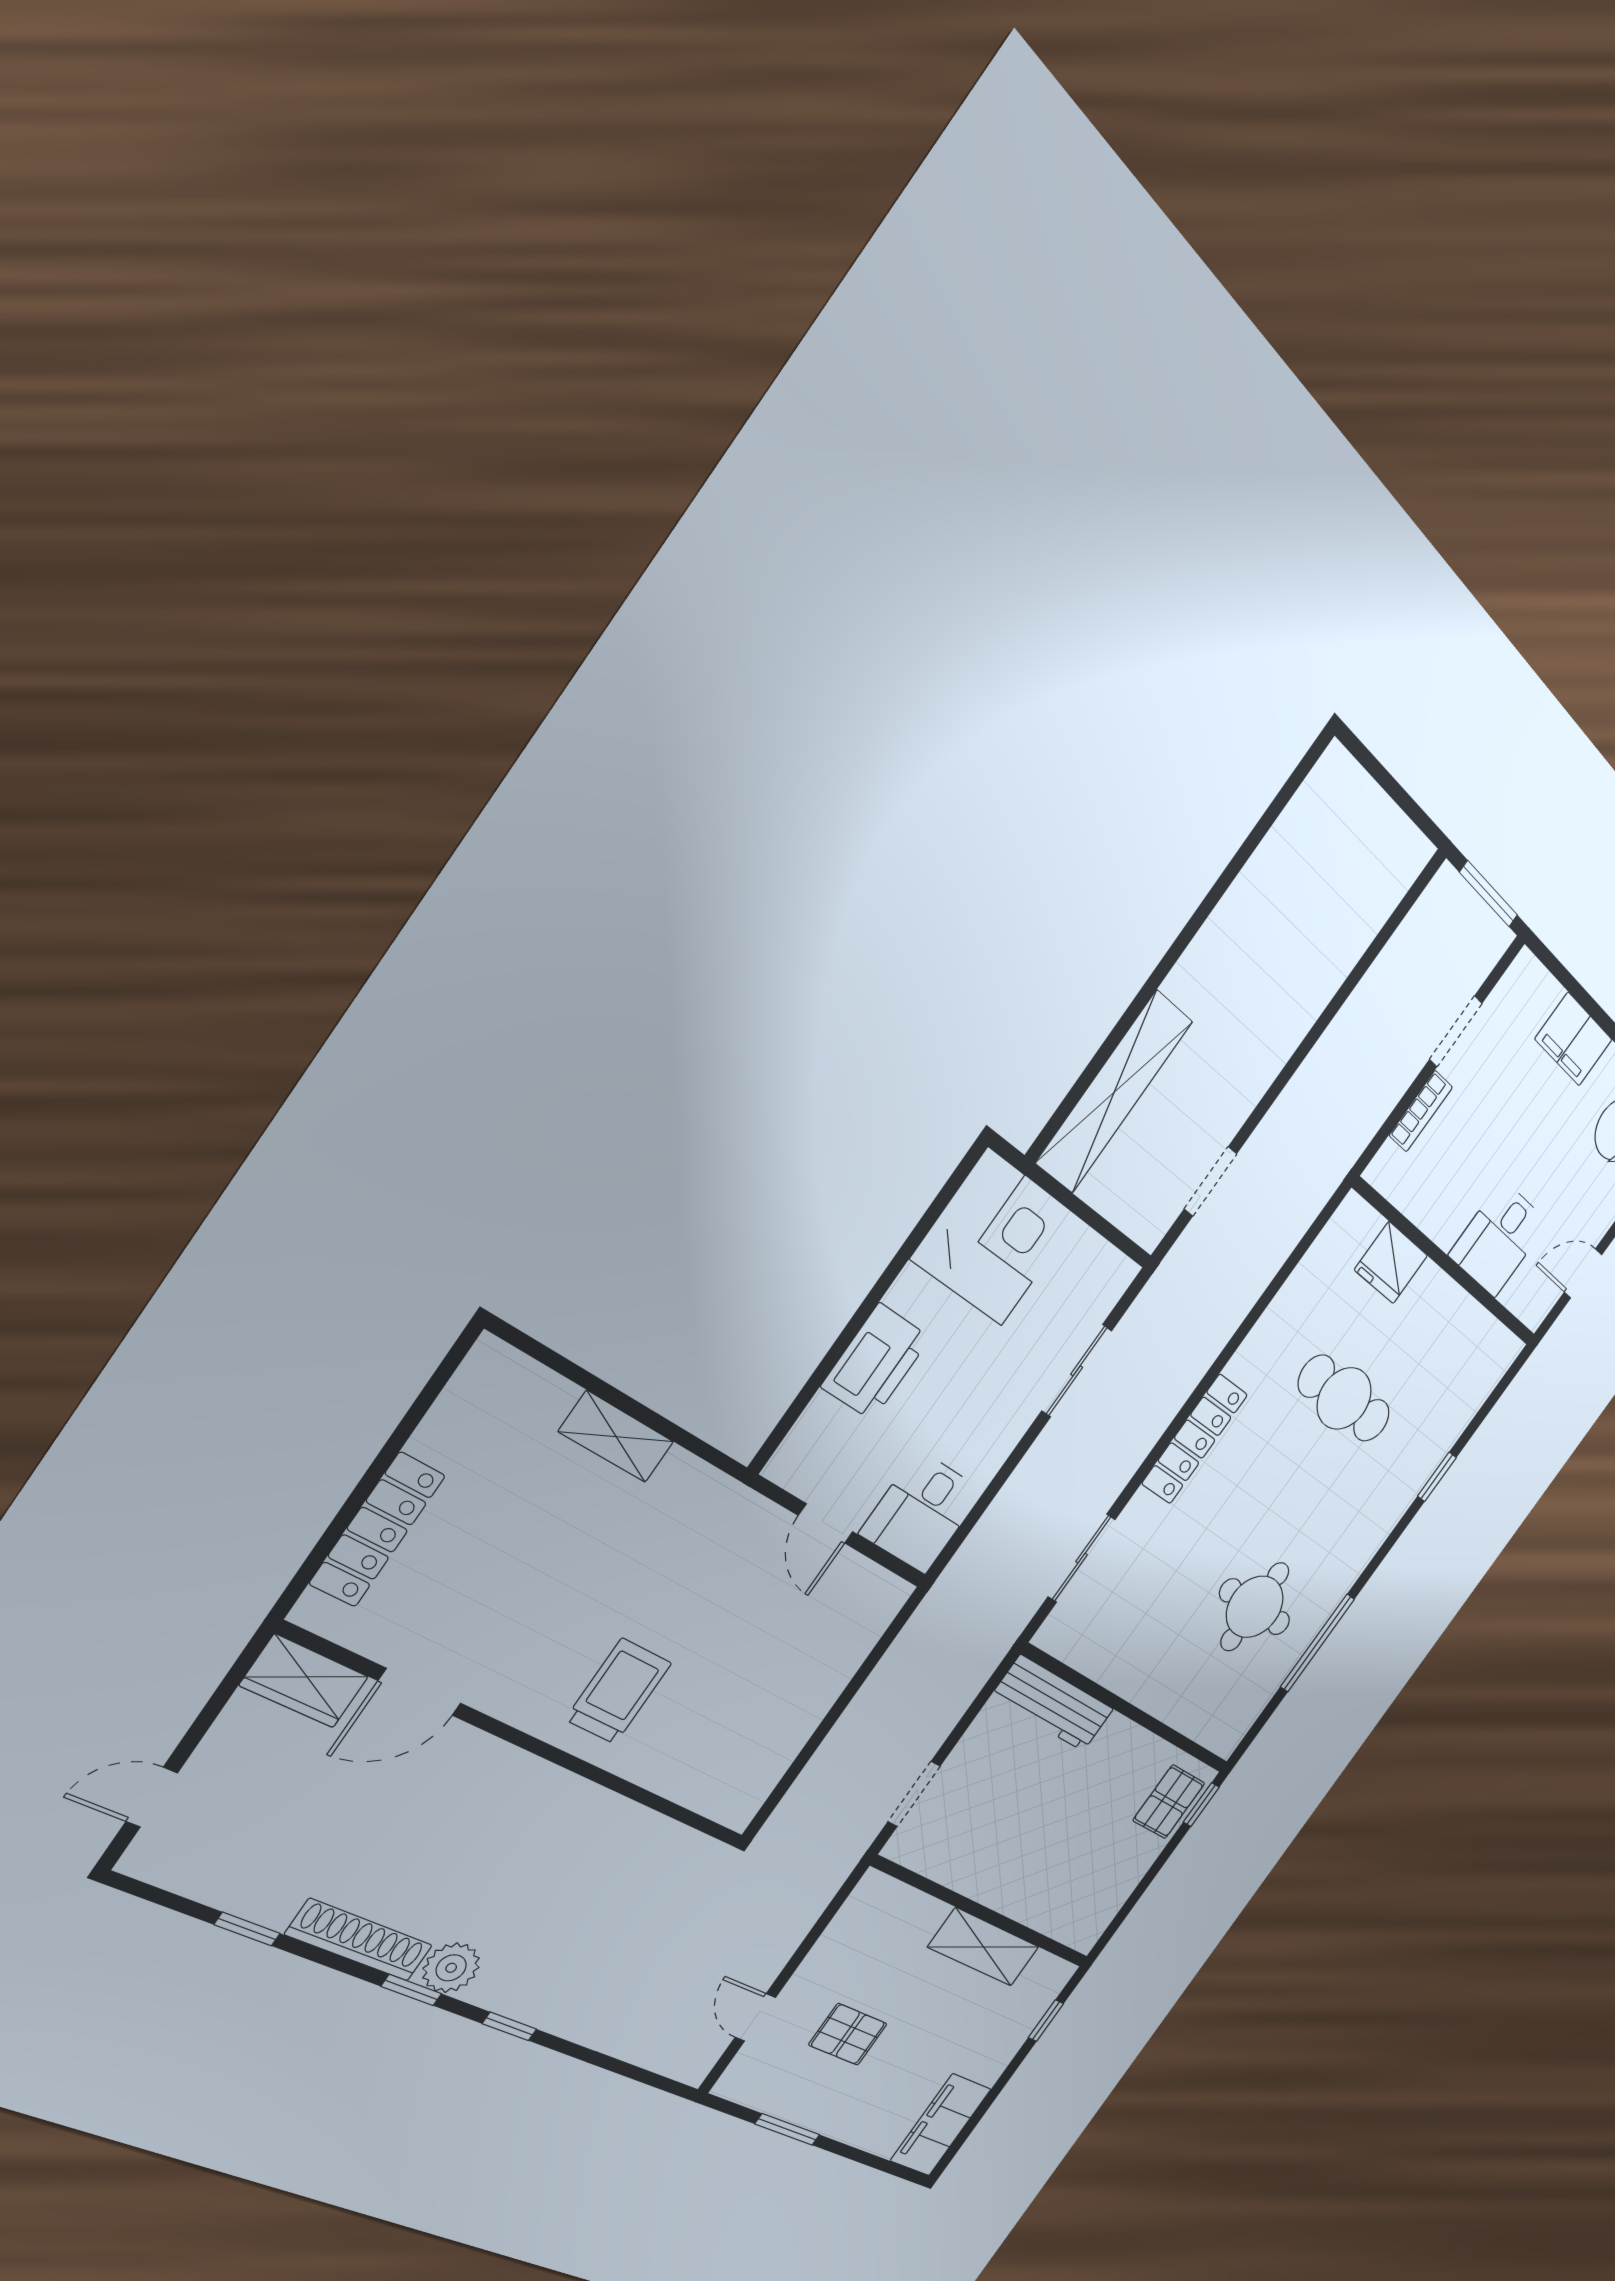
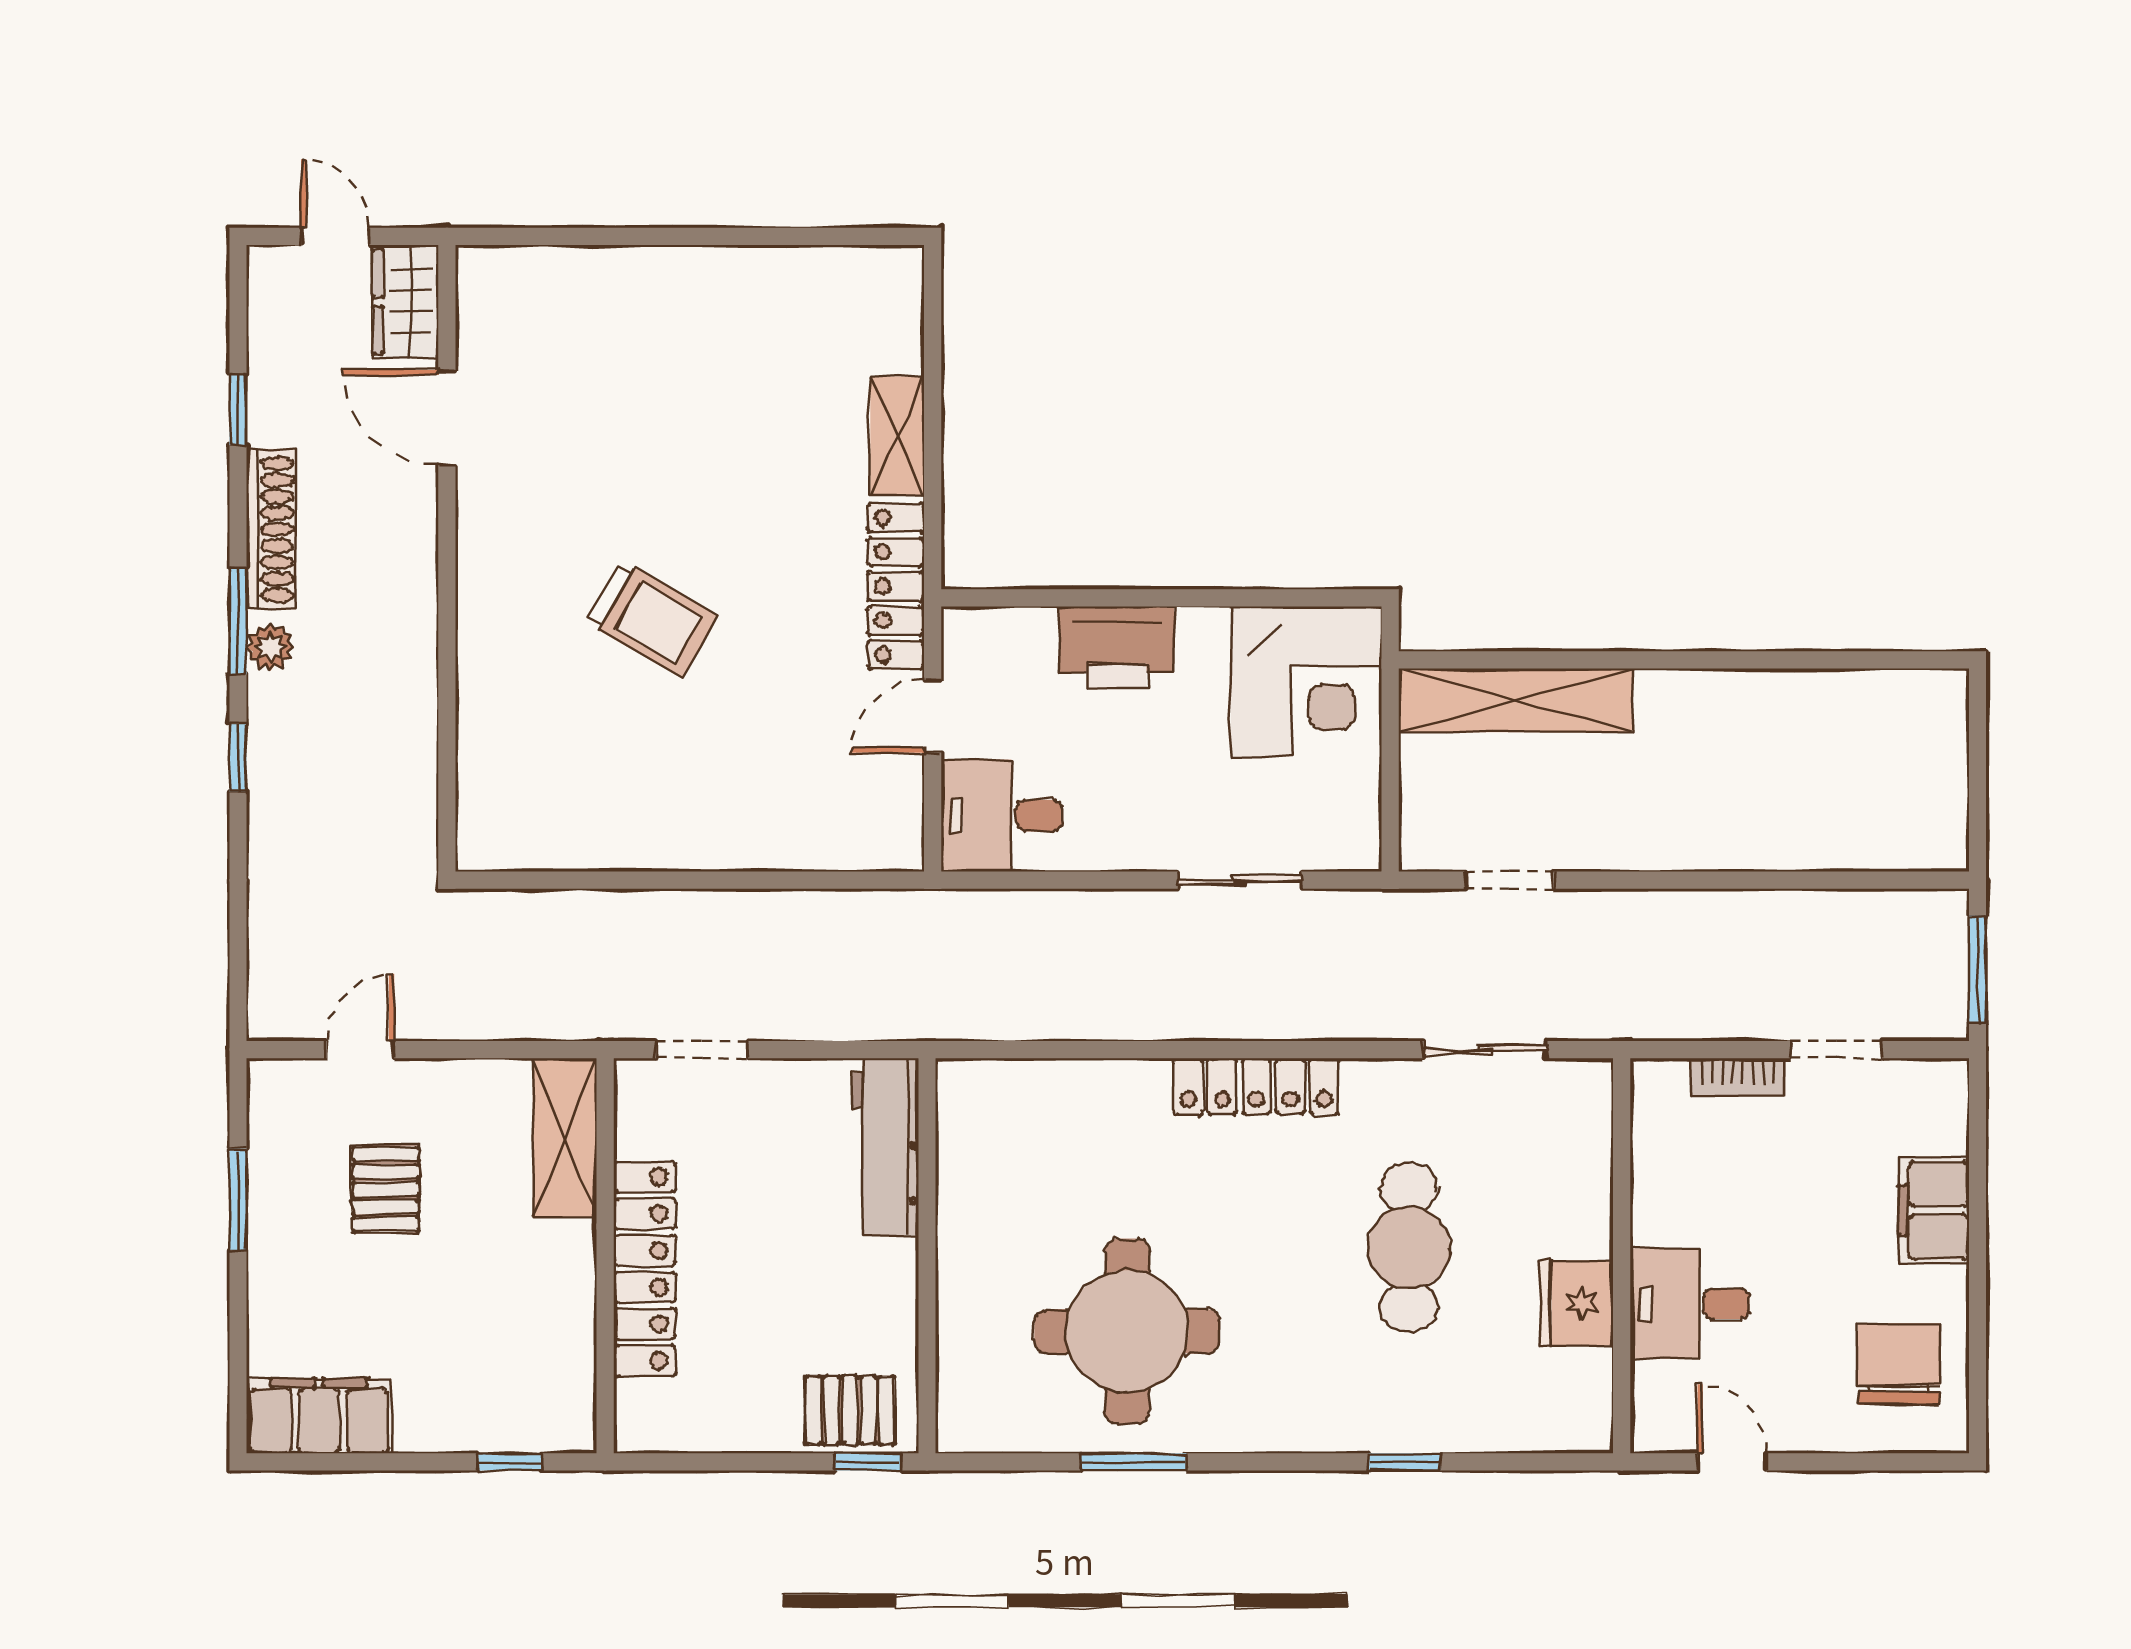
fridge: (1391, 1263) -> (1577, 1303), moved
locker: (377, 1530) -> (896, 586), moved, turned 90
sliding door: (1082, 1558) -> (1486, 1050), moved
round table: (1255, 1607) -> (1127, 1331), width x1.36, depth x1.36
window: (1317, 1643) -> (1134, 1462), width x0.69
wardrobe: (304, 1681) -> (406, 302), moved
trolley: (618, 1691) -> (652, 619), turned 30
door: (420, 1692) -> (447, 418), moved
wall: (526, 1742) -> (447, 558), moved
locker: (1007, 1891) -> (645, 1269), added
shelving: (984, 1947) -> (565, 1138), moved
plant: (451, 1968) -> (270, 647), width x0.73, depth x0.73
window: (411, 1990) -> (238, 621), width x1.50

